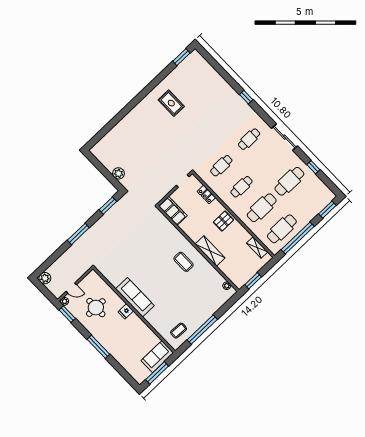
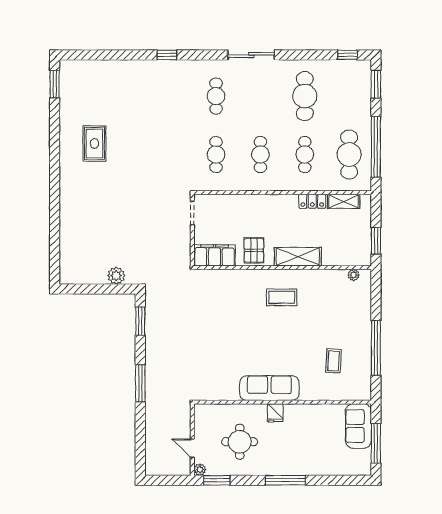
rug: (171, 103) -> (94, 144), turned 90
window: (313, 167) -> (348, 55), moved
locker: (206, 194) -> (312, 201), moved
cafe table: (262, 208) -> (305, 155), width x0.73, depth x0.74
pallet: (224, 221) -> (254, 250), moved
plant: (45, 278) -> (154, 467), removed
door: (71, 288) -> (192, 448), swing flipped
coffee table: (179, 331) -> (334, 361), moved

